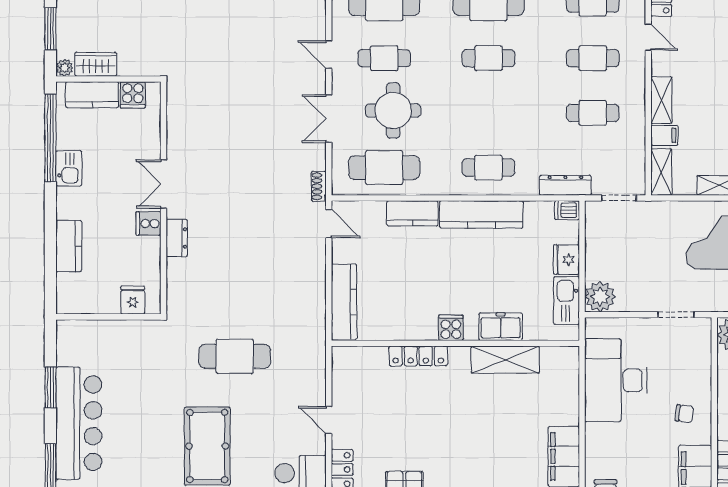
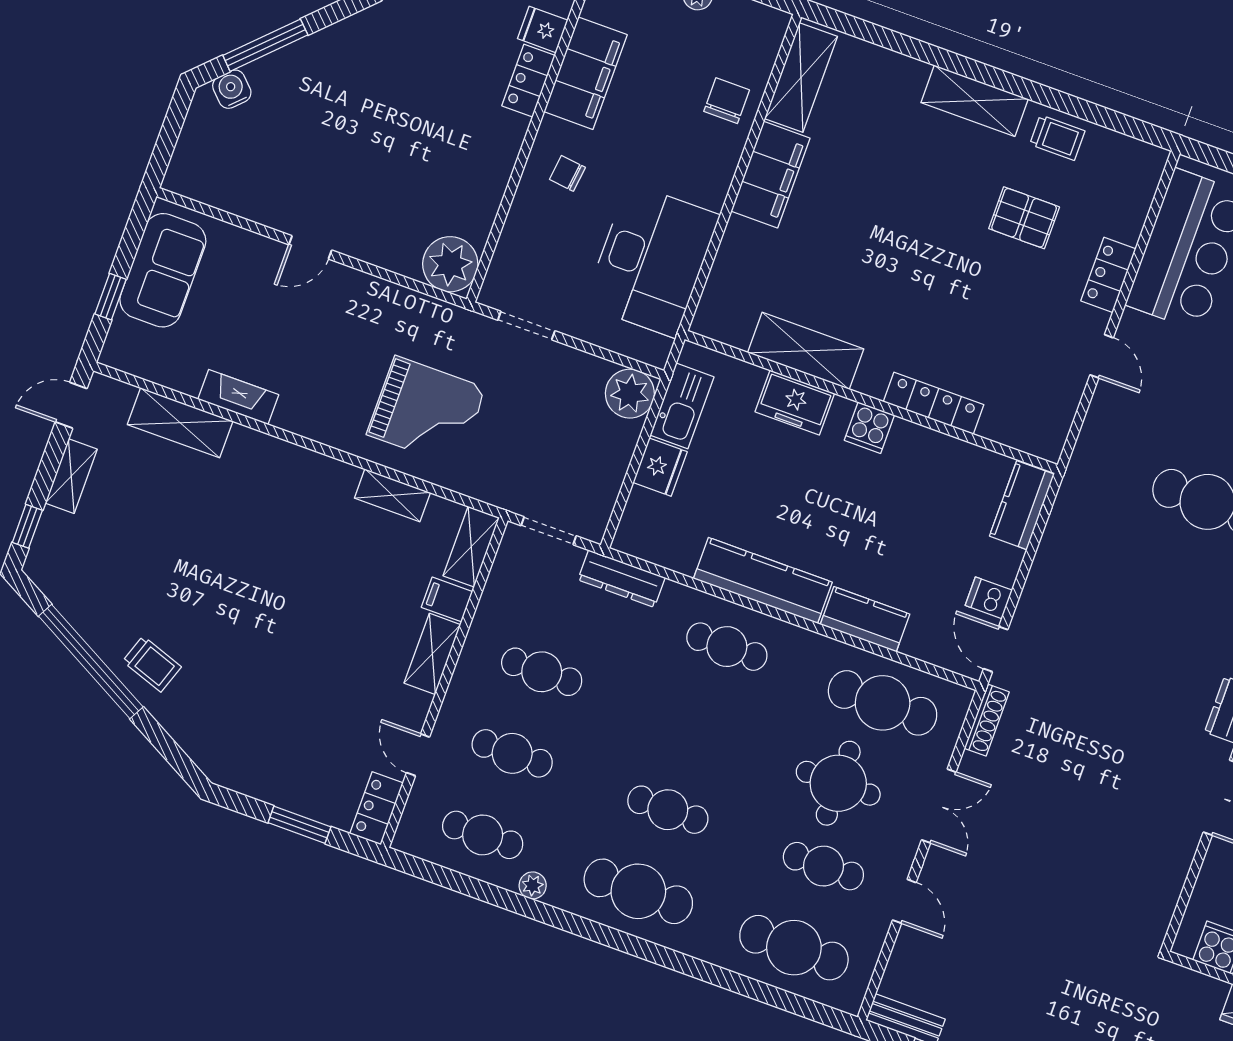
shoe rack: (319, 186) -> (987, 720), width x1.43
dishwasher: (567, 210) -> (989, 598), moved, turned 180
kitchen counter: (344, 302) -> (1022, 505), width x0.67

